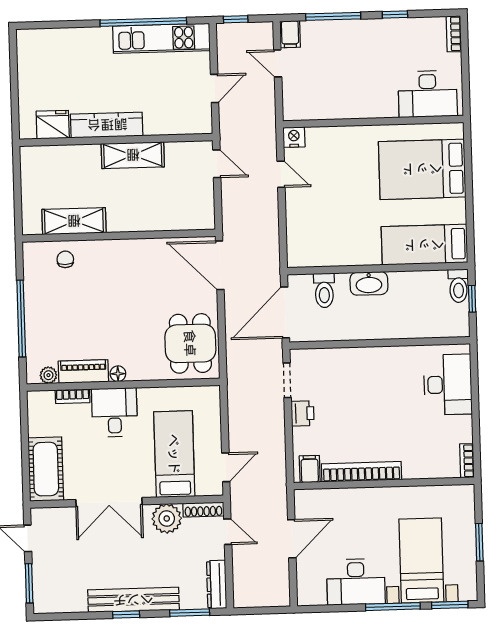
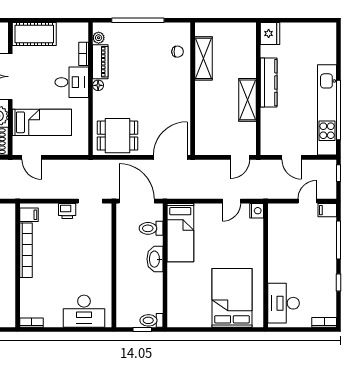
kitchen unit: (161, 38) -> (327, 110), width x1.36
fridge: (53, 125) -> (270, 33), moved
bed: (424, 245) -> (180, 233), moved, turned 180

